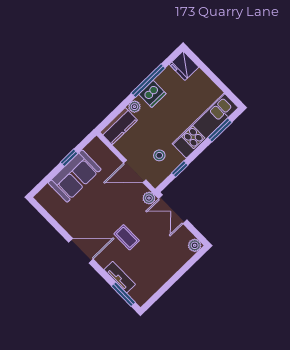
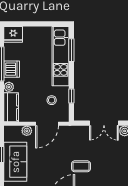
plant: (149, 198) -> (27, 131), moved
double door: (173, 209) -> (104, 123), moved

